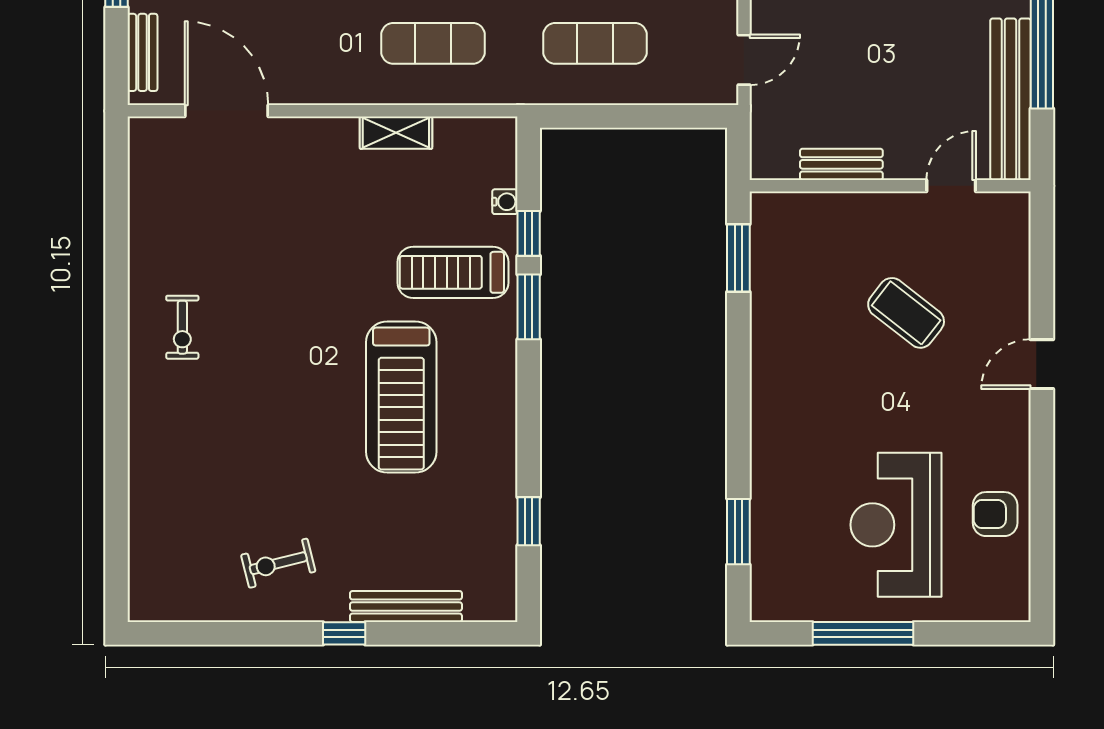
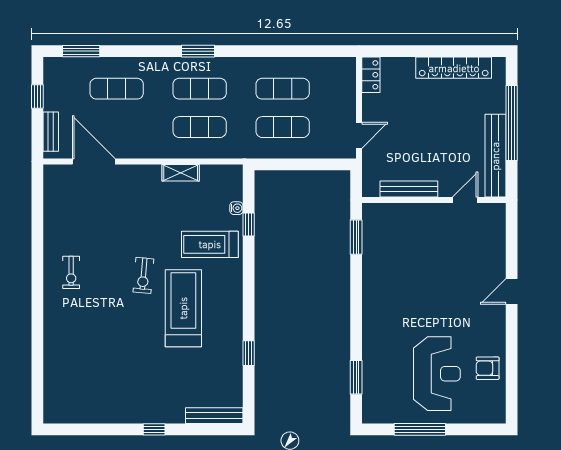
bench: (841, 164) -> (409, 189), width x1.36
window: (529, 307) -> (249, 262), removed
coffee table: (906, 313) -> (442, 265), removed
treadmill: (401, 397) -> (183, 308), turned 180
window: (529, 521) -> (249, 353), moved
reception desk: (896, 525) -> (437, 374), turned 180
exercise bike: (278, 563) -> (143, 275), moved, turned -71
bench: (406, 607) -> (214, 416), moved

